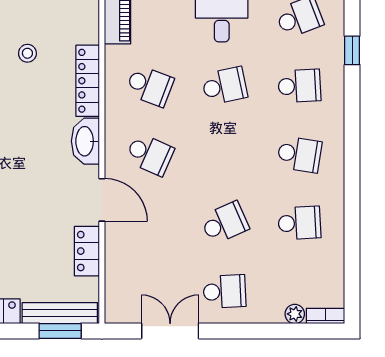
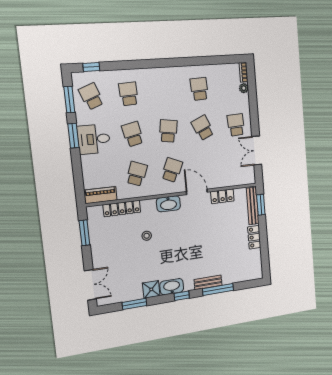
window: (352, 50) -> (91, 67), moved
stool: (27, 53) -> (147, 236), moved
locker: (88, 81) -> (122, 208), moved
school desk: (299, 154) -> (168, 131), moved
door: (102, 200) -> (197, 192), hinge flipped

